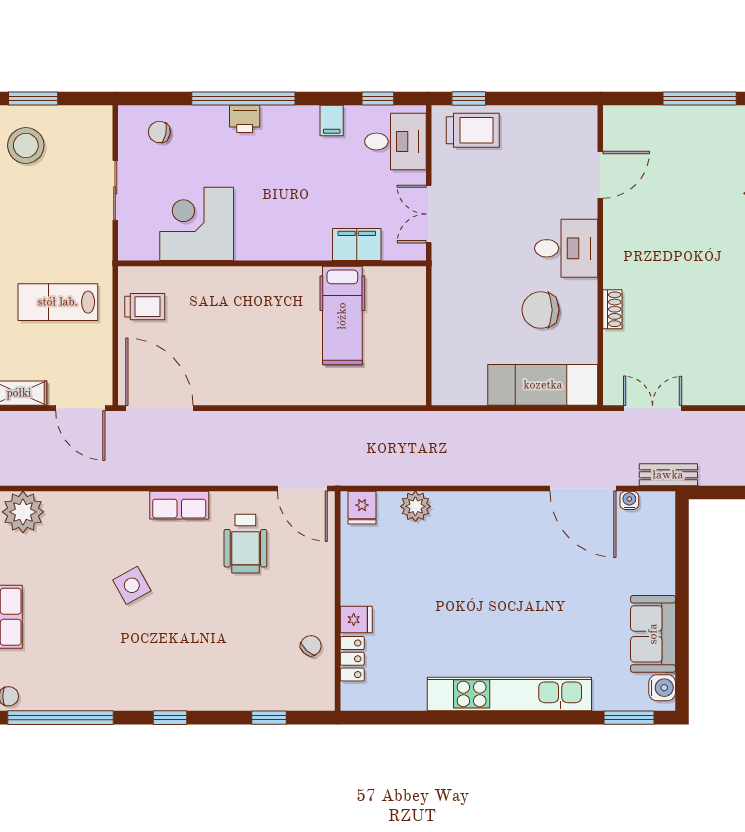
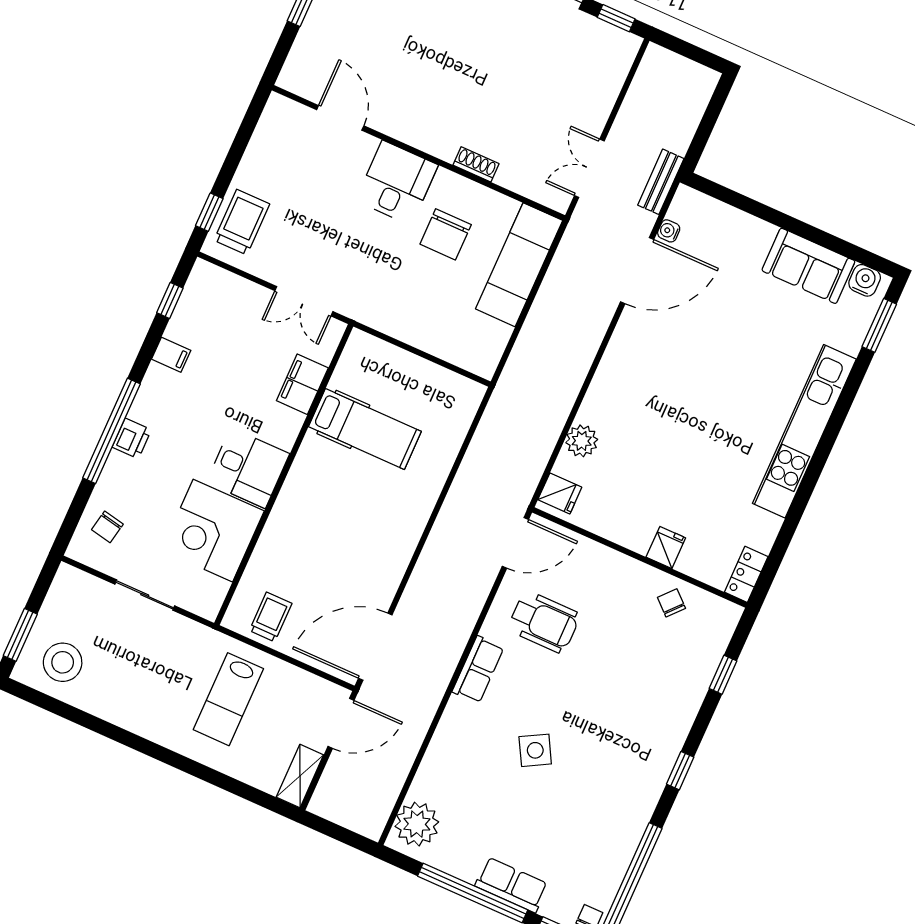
desk: (395, 142) -> (248, 468), moved, turned 90
locker: (352, 659) -> (746, 574), moved, turned -90

